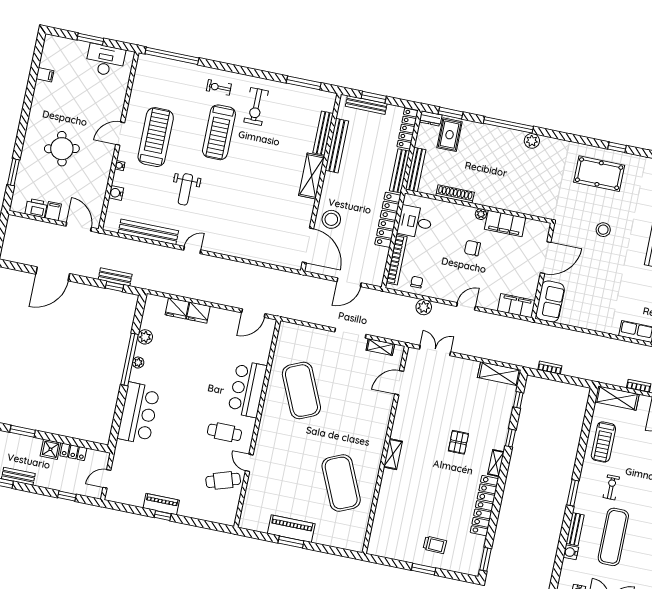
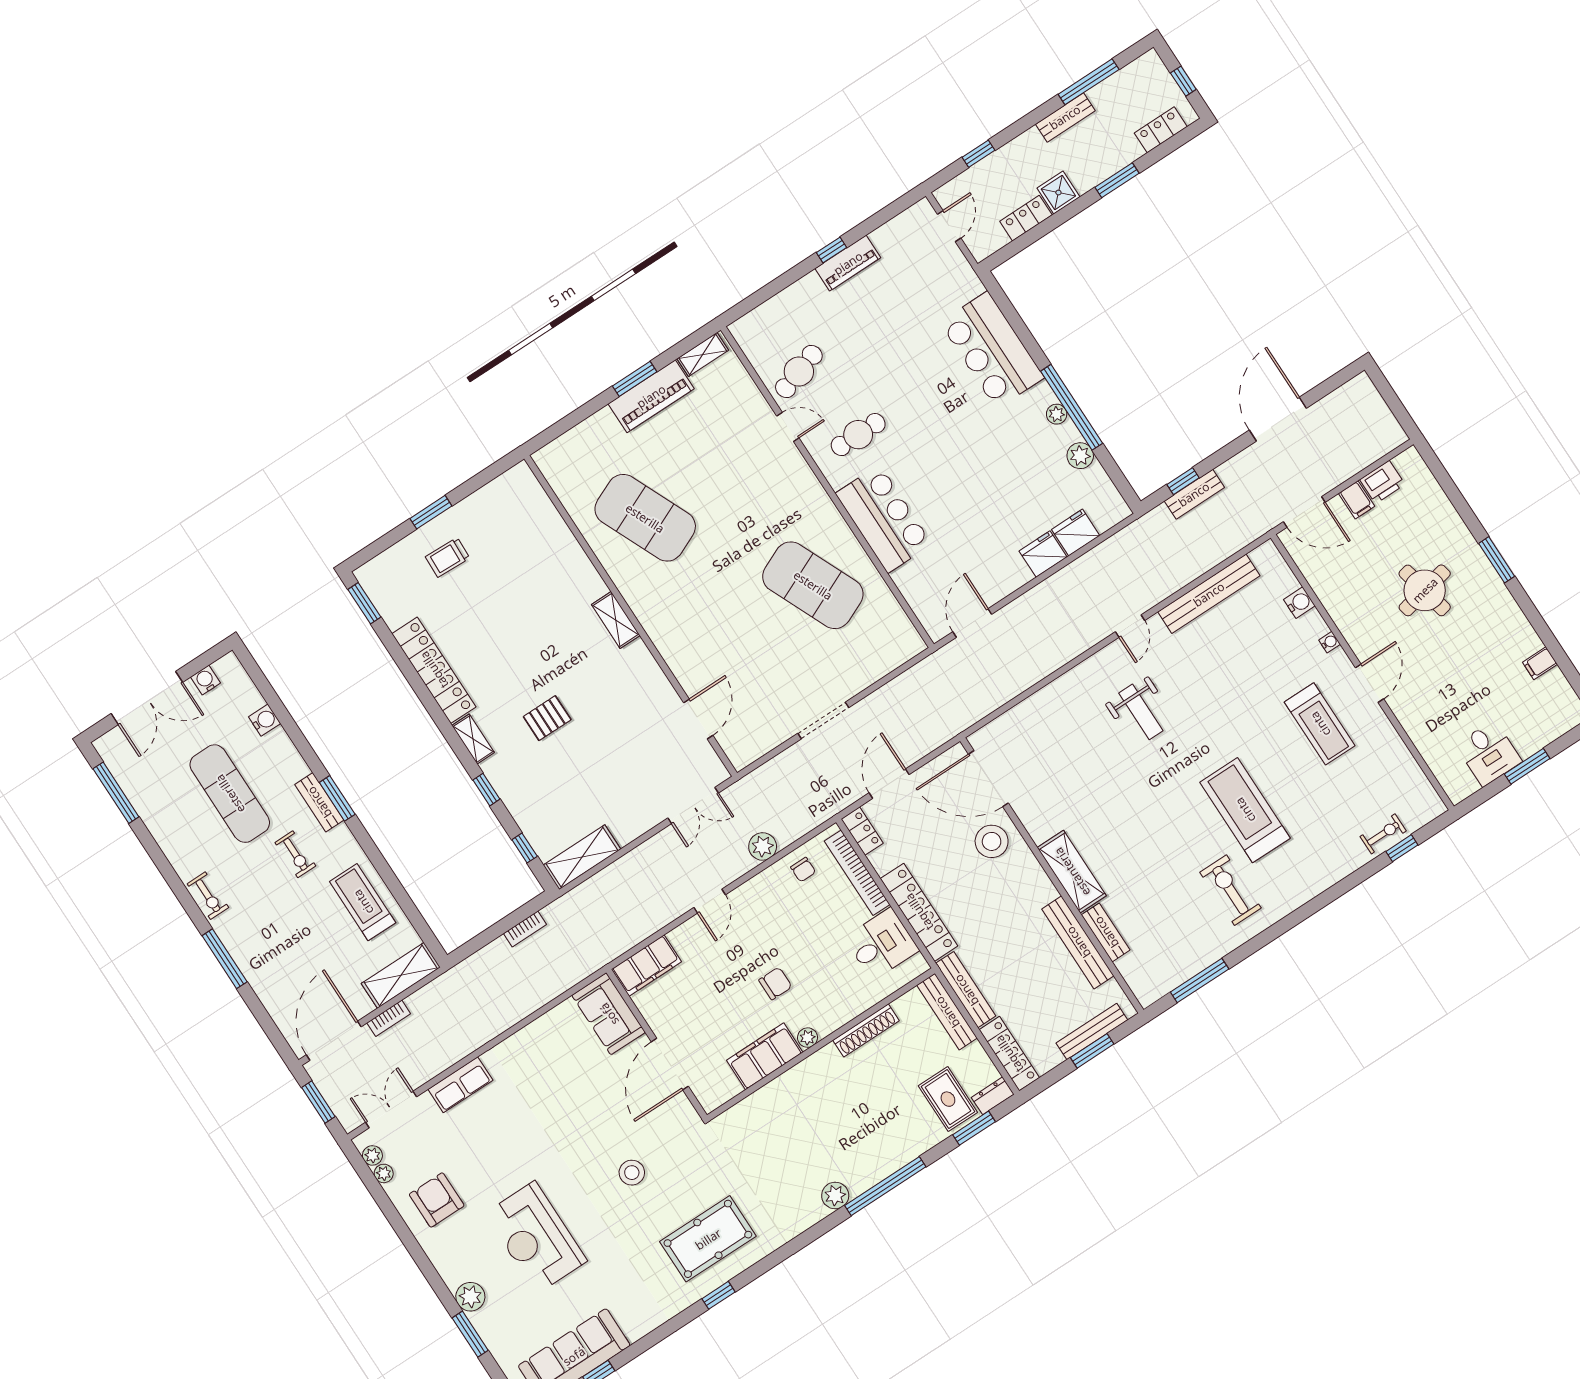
window: (172, 56) -> (1402, 848), width x0.32
desk: (105, 60) -> (1489, 753), width x0.73
exercise bike: (219, 87) -> (1383, 834), moved
bench: (323, 133) -> (1106, 932), width x0.73
treadmill: (156, 137) -> (1320, 724), width x0.73, depth x0.73
window: (13, 172) -> (1497, 560), moved
weight bench: (185, 189) -> (1141, 712), moved, turned 180
locker: (378, 274) -> (862, 831), added
shelving: (380, 347) -> (703, 355), moved
pallet: (458, 442) -> (547, 718), turned 90
bench: (575, 529) -> (319, 802), moved

